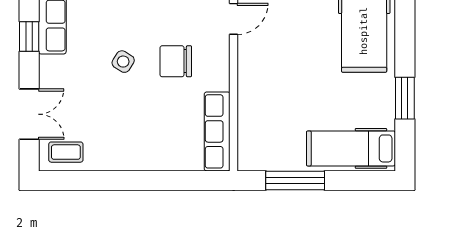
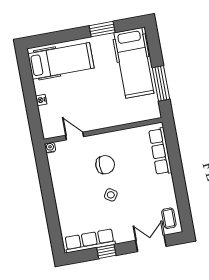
chair: (176, 61) -> (105, 165), turned -90
row of seats: (217, 131) -> (160, 151), moved, turned 90
hospital bed: (351, 148) -> (134, 63), width x1.37, depth x1.29

